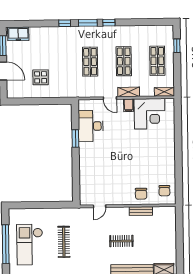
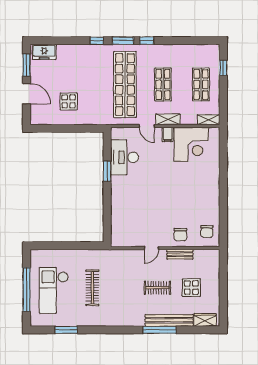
shop shelf: (90, 62) -> (125, 85), width x2.00, depth x1.36
door: (100, 206) -> (151, 248), moved
display table: (151, 240) -> (191, 288), added

